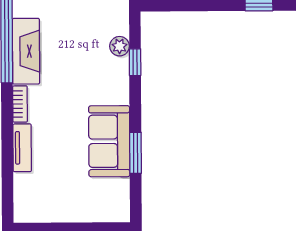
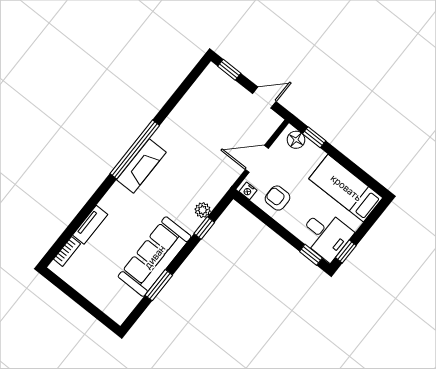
bookcase: (20, 104) -> (67, 251), moved
sofa: (109, 141) -> (155, 257), width x1.36

